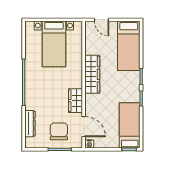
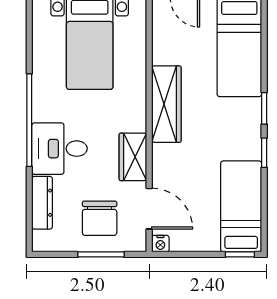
desk: (39, 97) -> (59, 149), added
chair: (59, 131) -> (100, 218), turned 180

